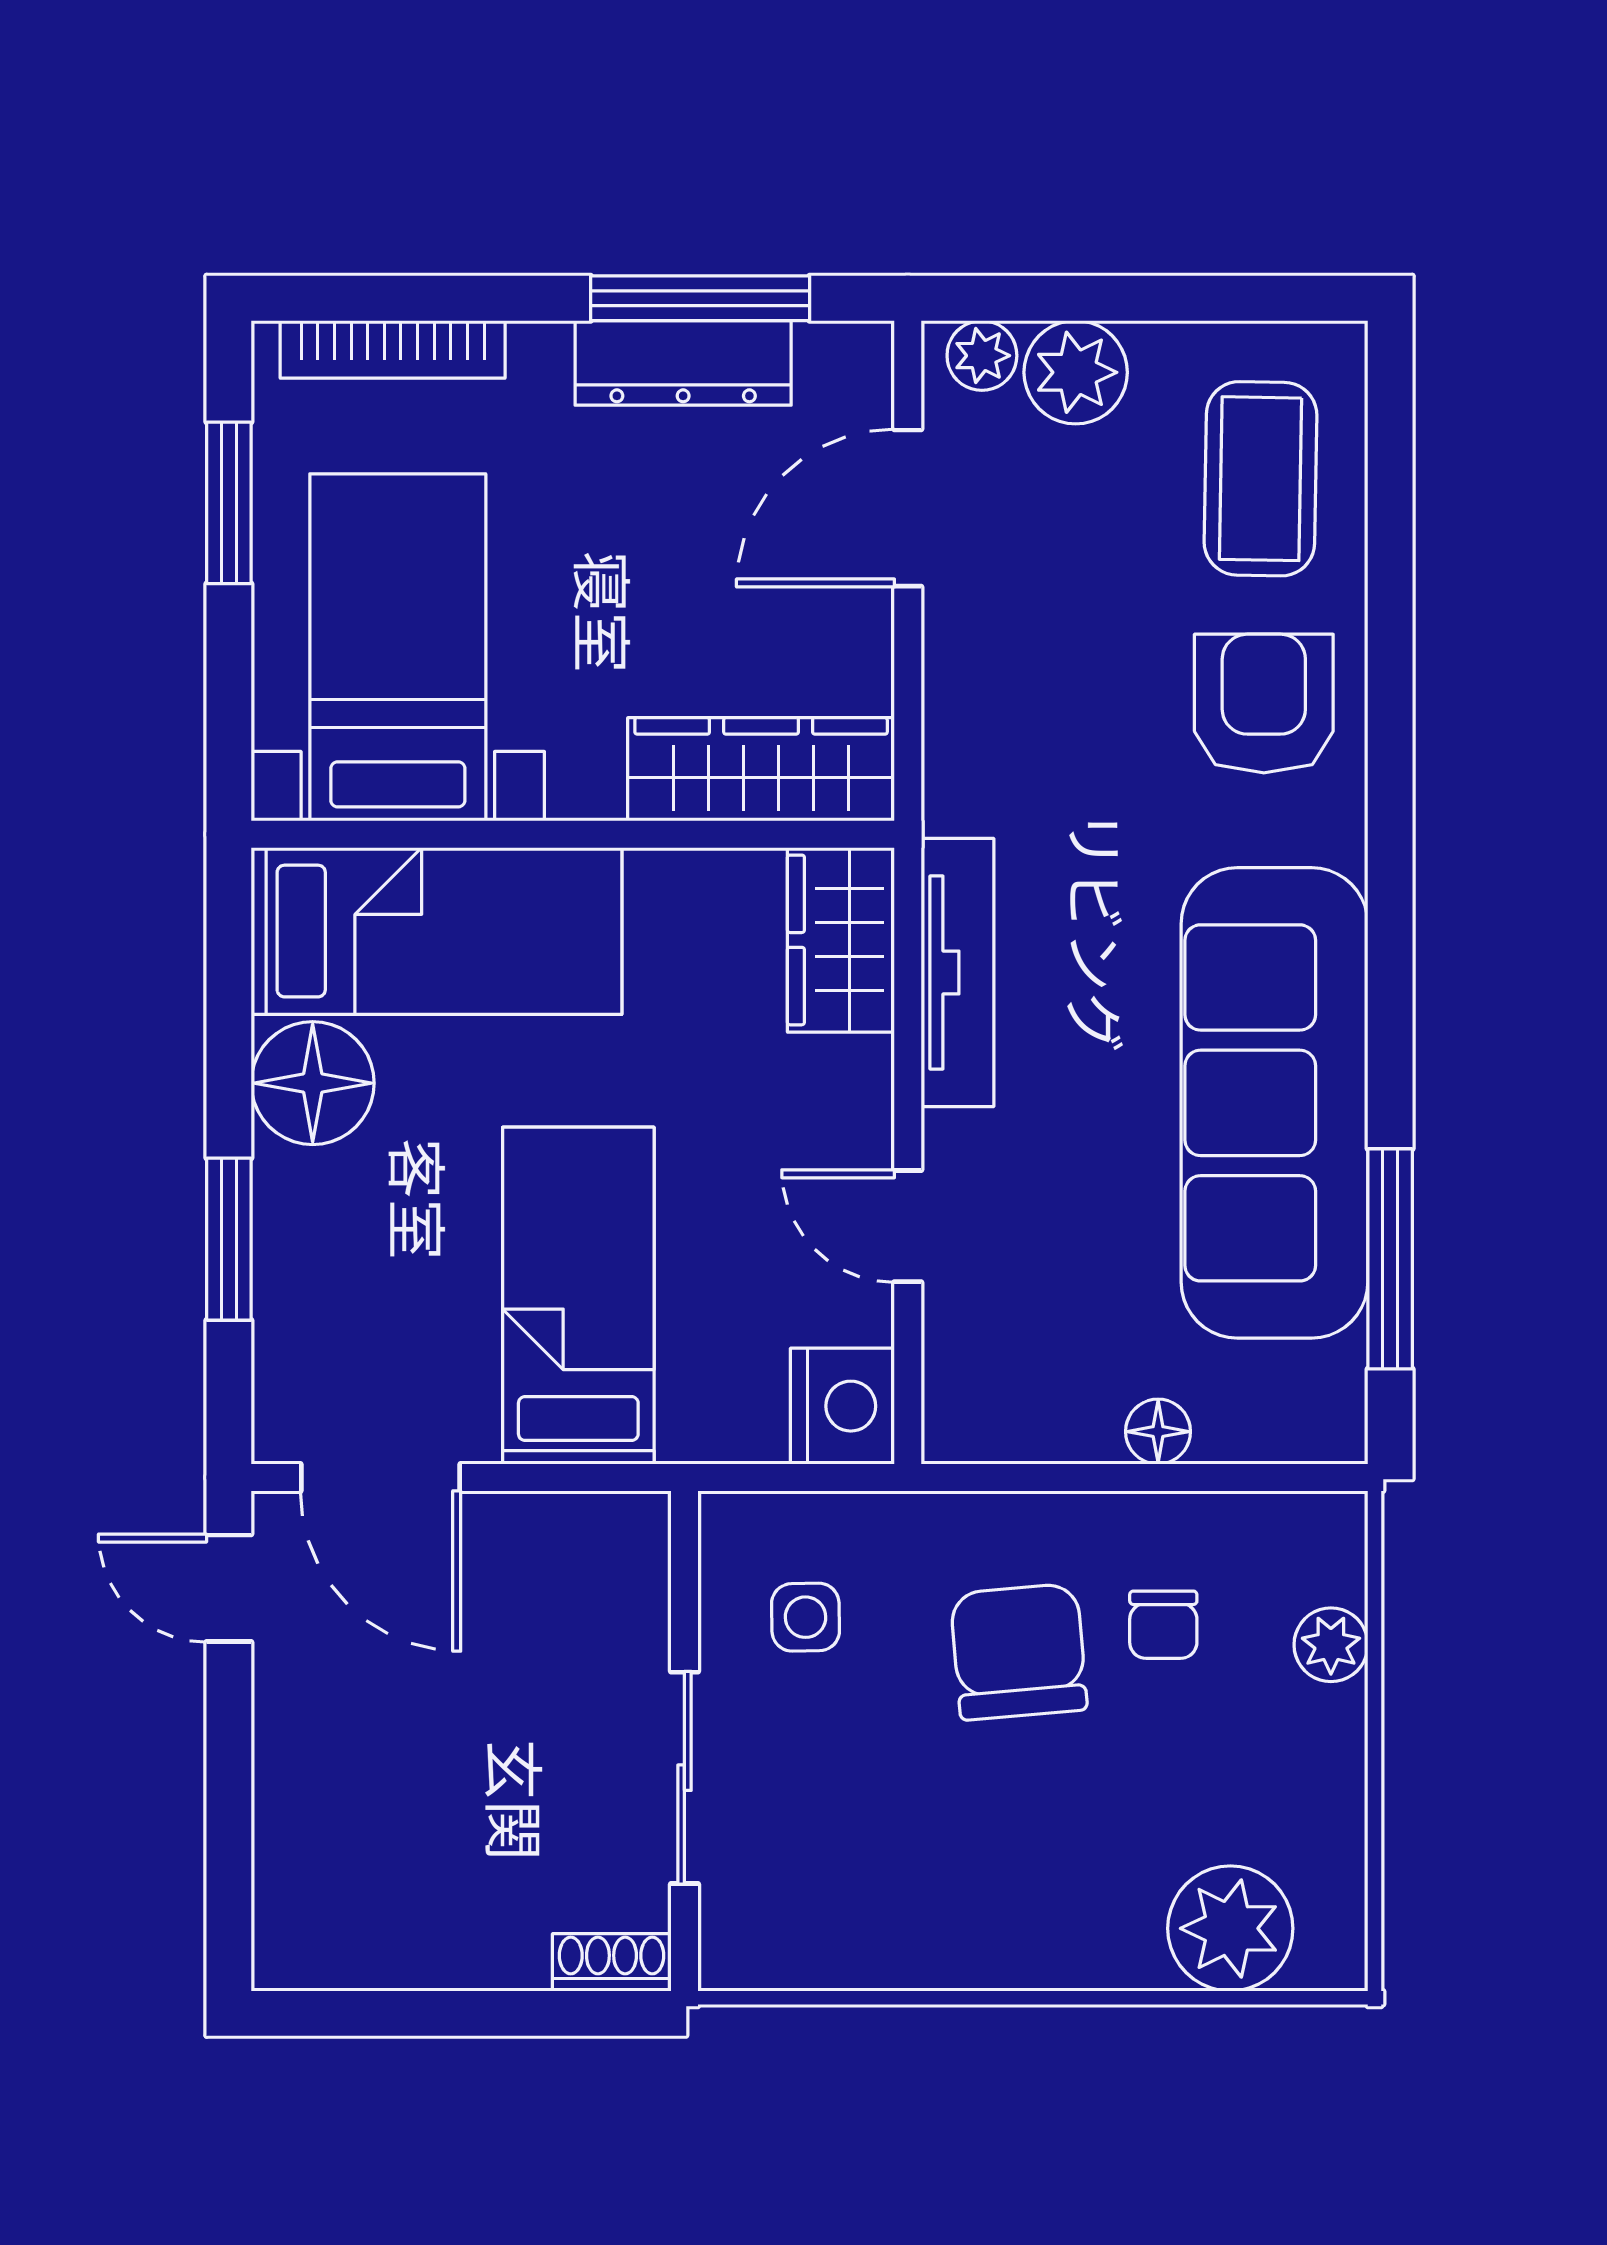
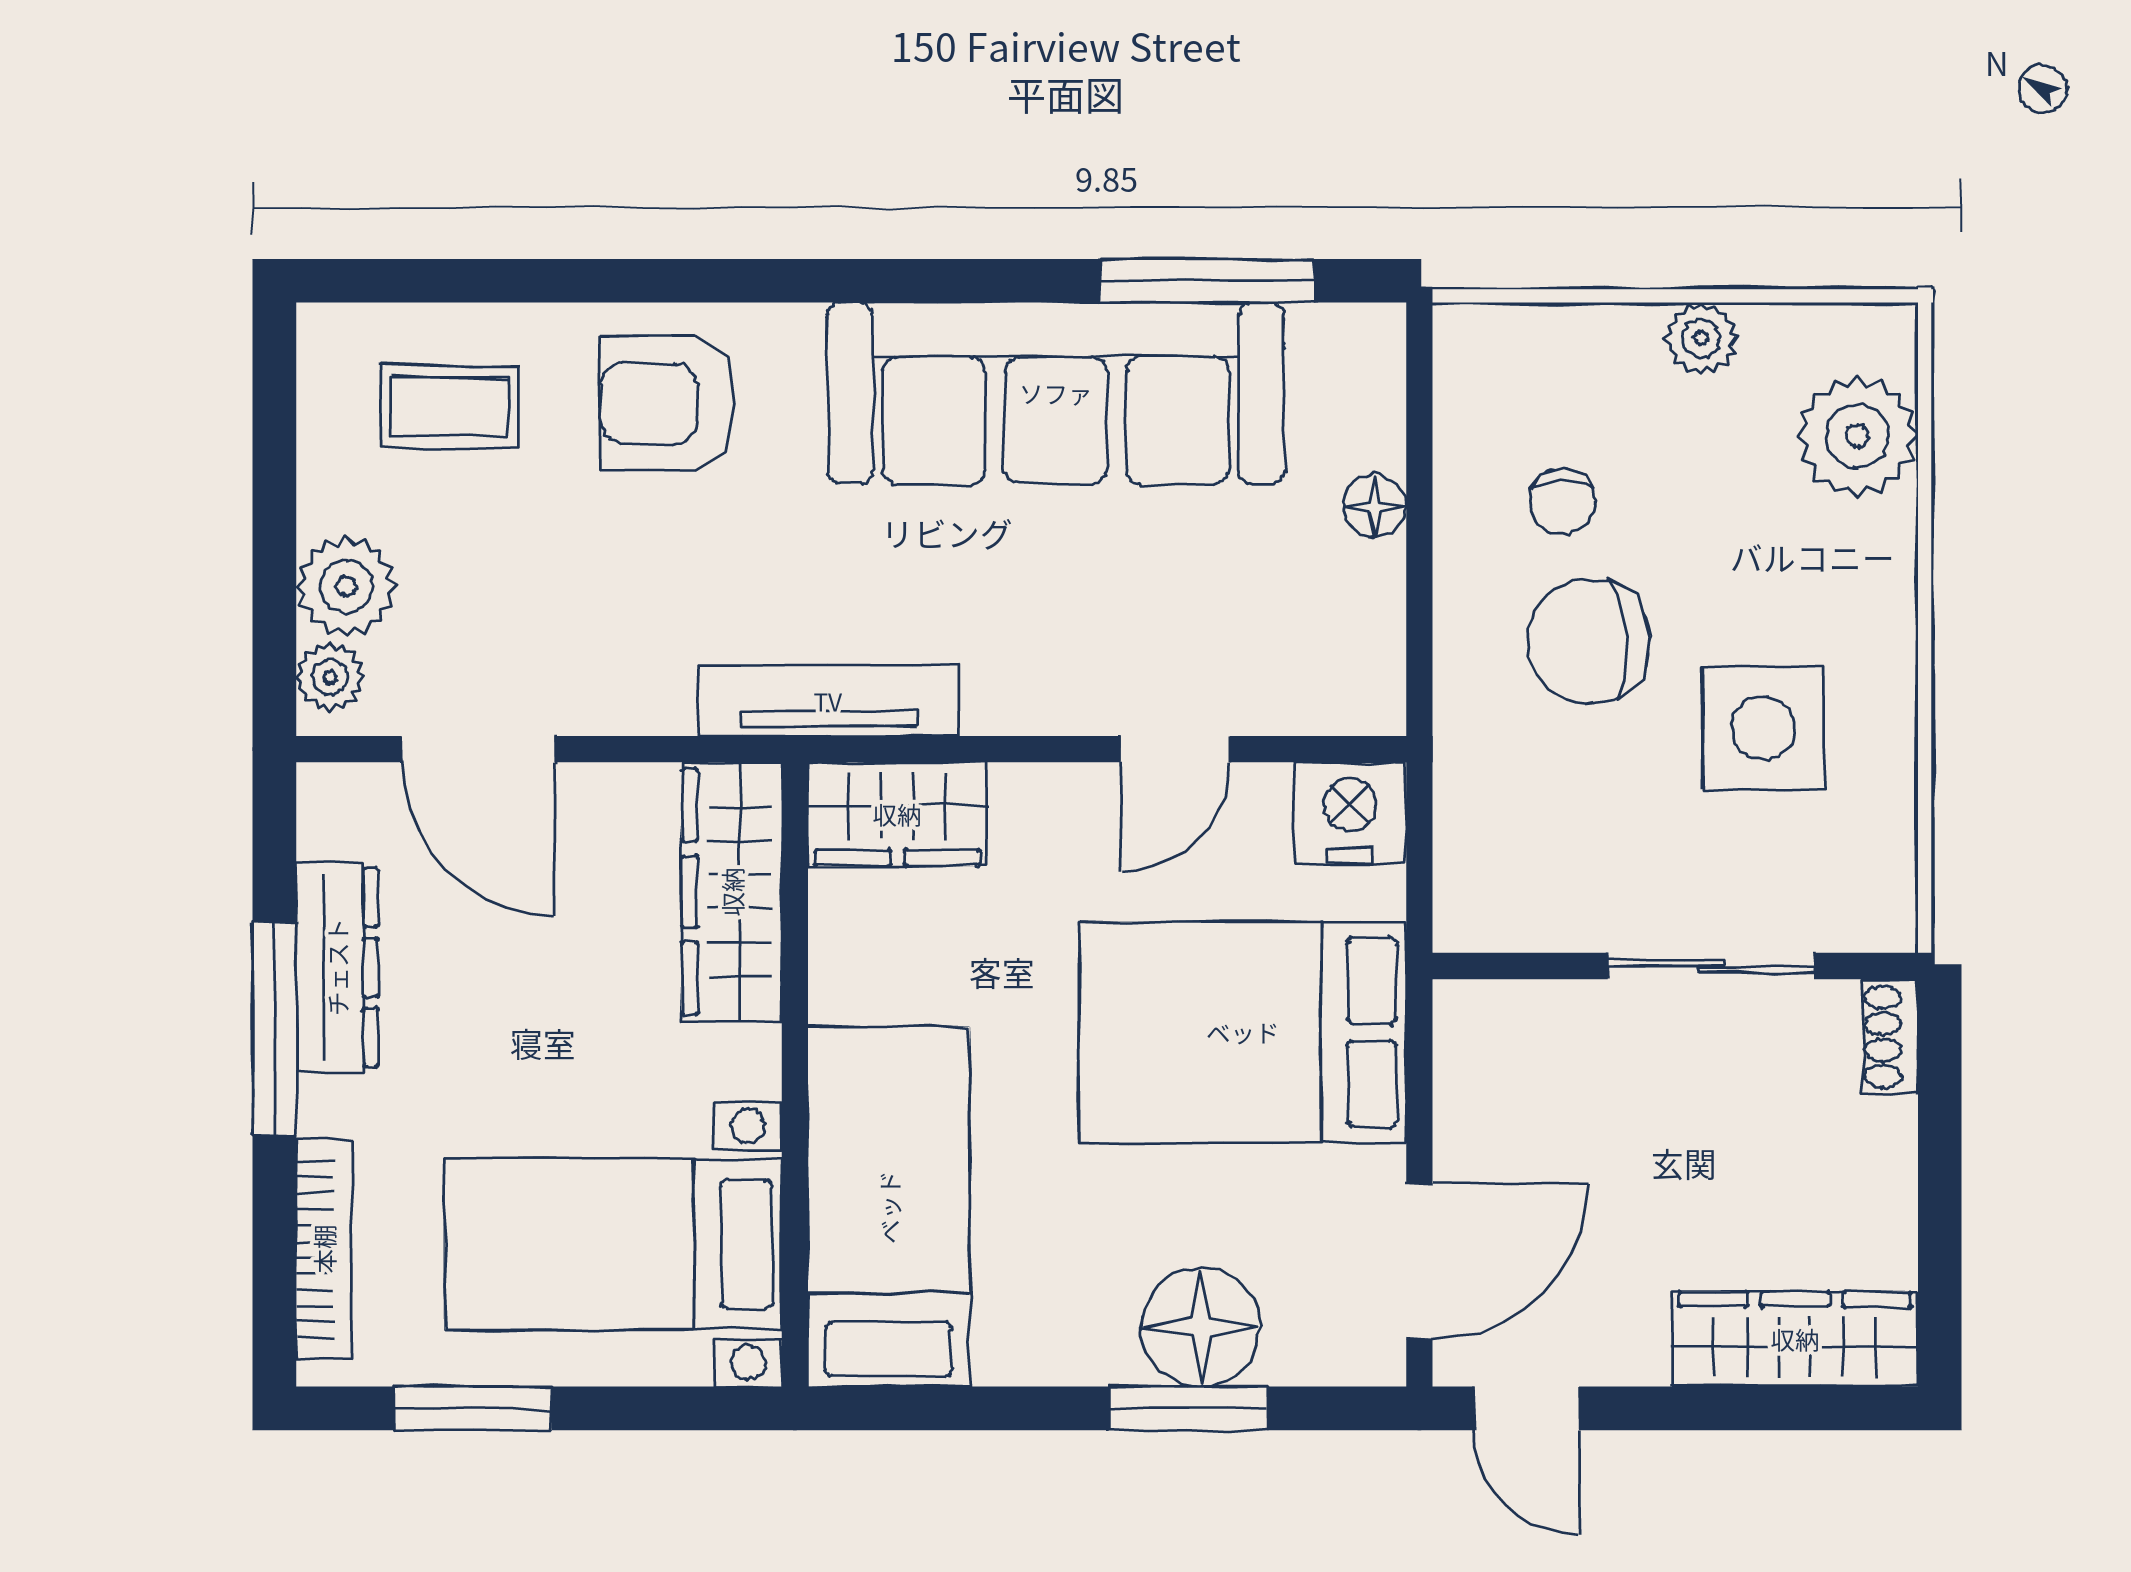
window: (700, 298) -> (274, 1029), moved
coffee table: (1260, 479) -> (450, 407), width x0.73, depth x0.77
tv unit: (958, 973) -> (828, 701), moved
floor lamp: (313, 1083) -> (1201, 1327), moved
bed: (578, 1296) -> (1243, 1032), width x1.50
door: (229, 1588) -> (1527, 1408), hinge flipped
side table: (805, 1617) -> (1763, 728), moved, width x1.87, depth x1.87
chair: (1163, 1625) -> (1562, 501), turned 90
plant: (1331, 1645) -> (1701, 338), moved
wardrobe: (300, 1864) -> (1795, 1339), added

